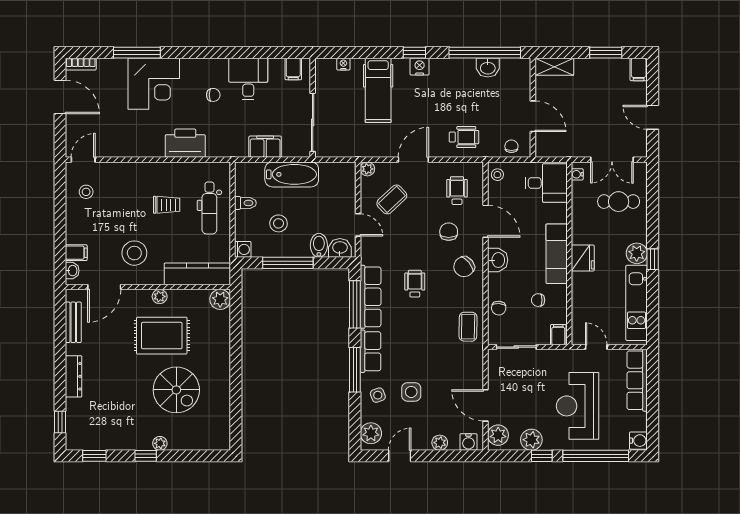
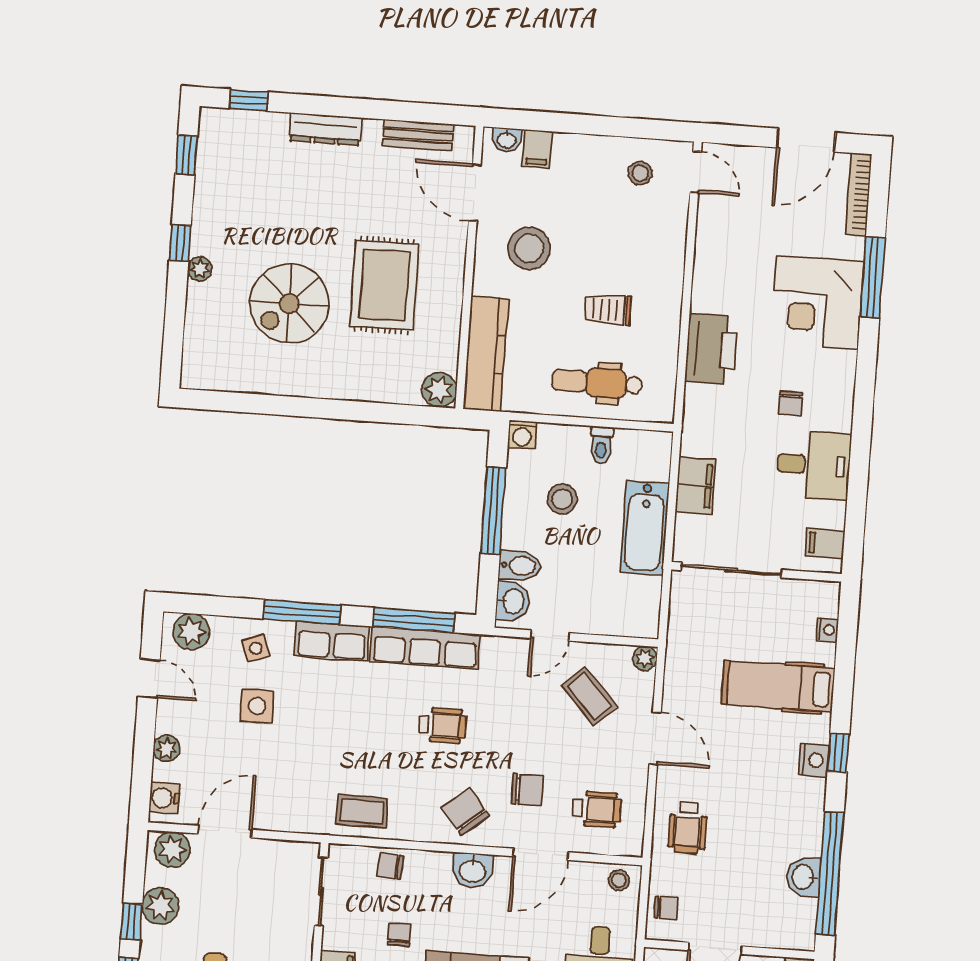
bookcase: (81, 64) -> (859, 194), width x1.56
trolley: (167, 205) -> (608, 310), turned 90
plant: (160, 296) -> (452, 286), removed

